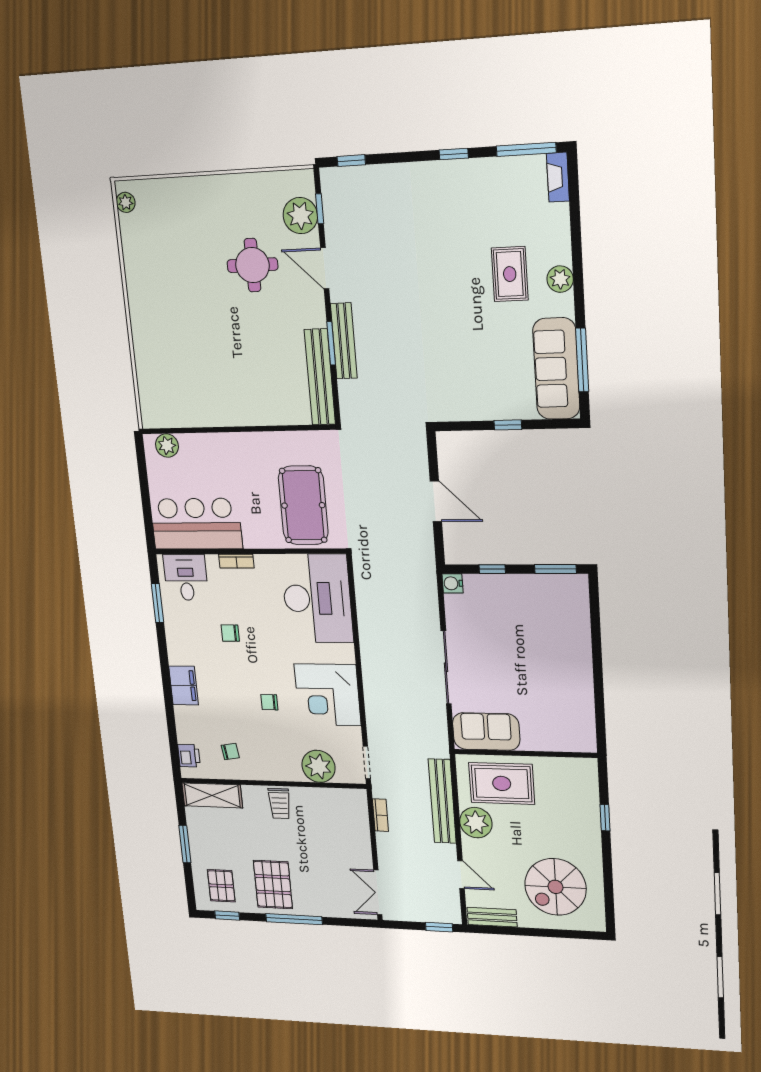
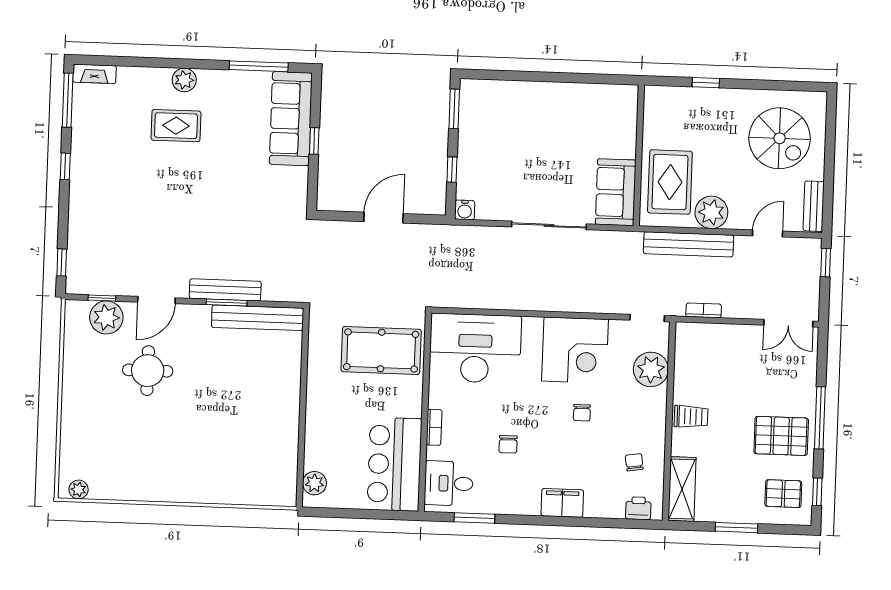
sofa: (556, 369) -> (291, 119), moved, turned 90

